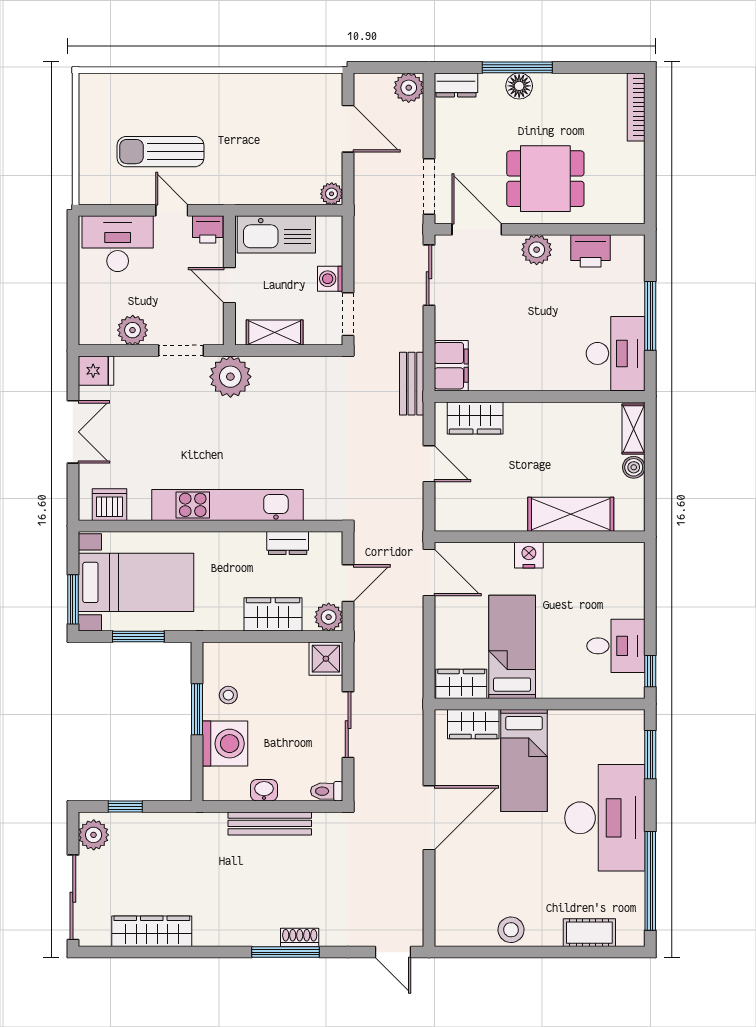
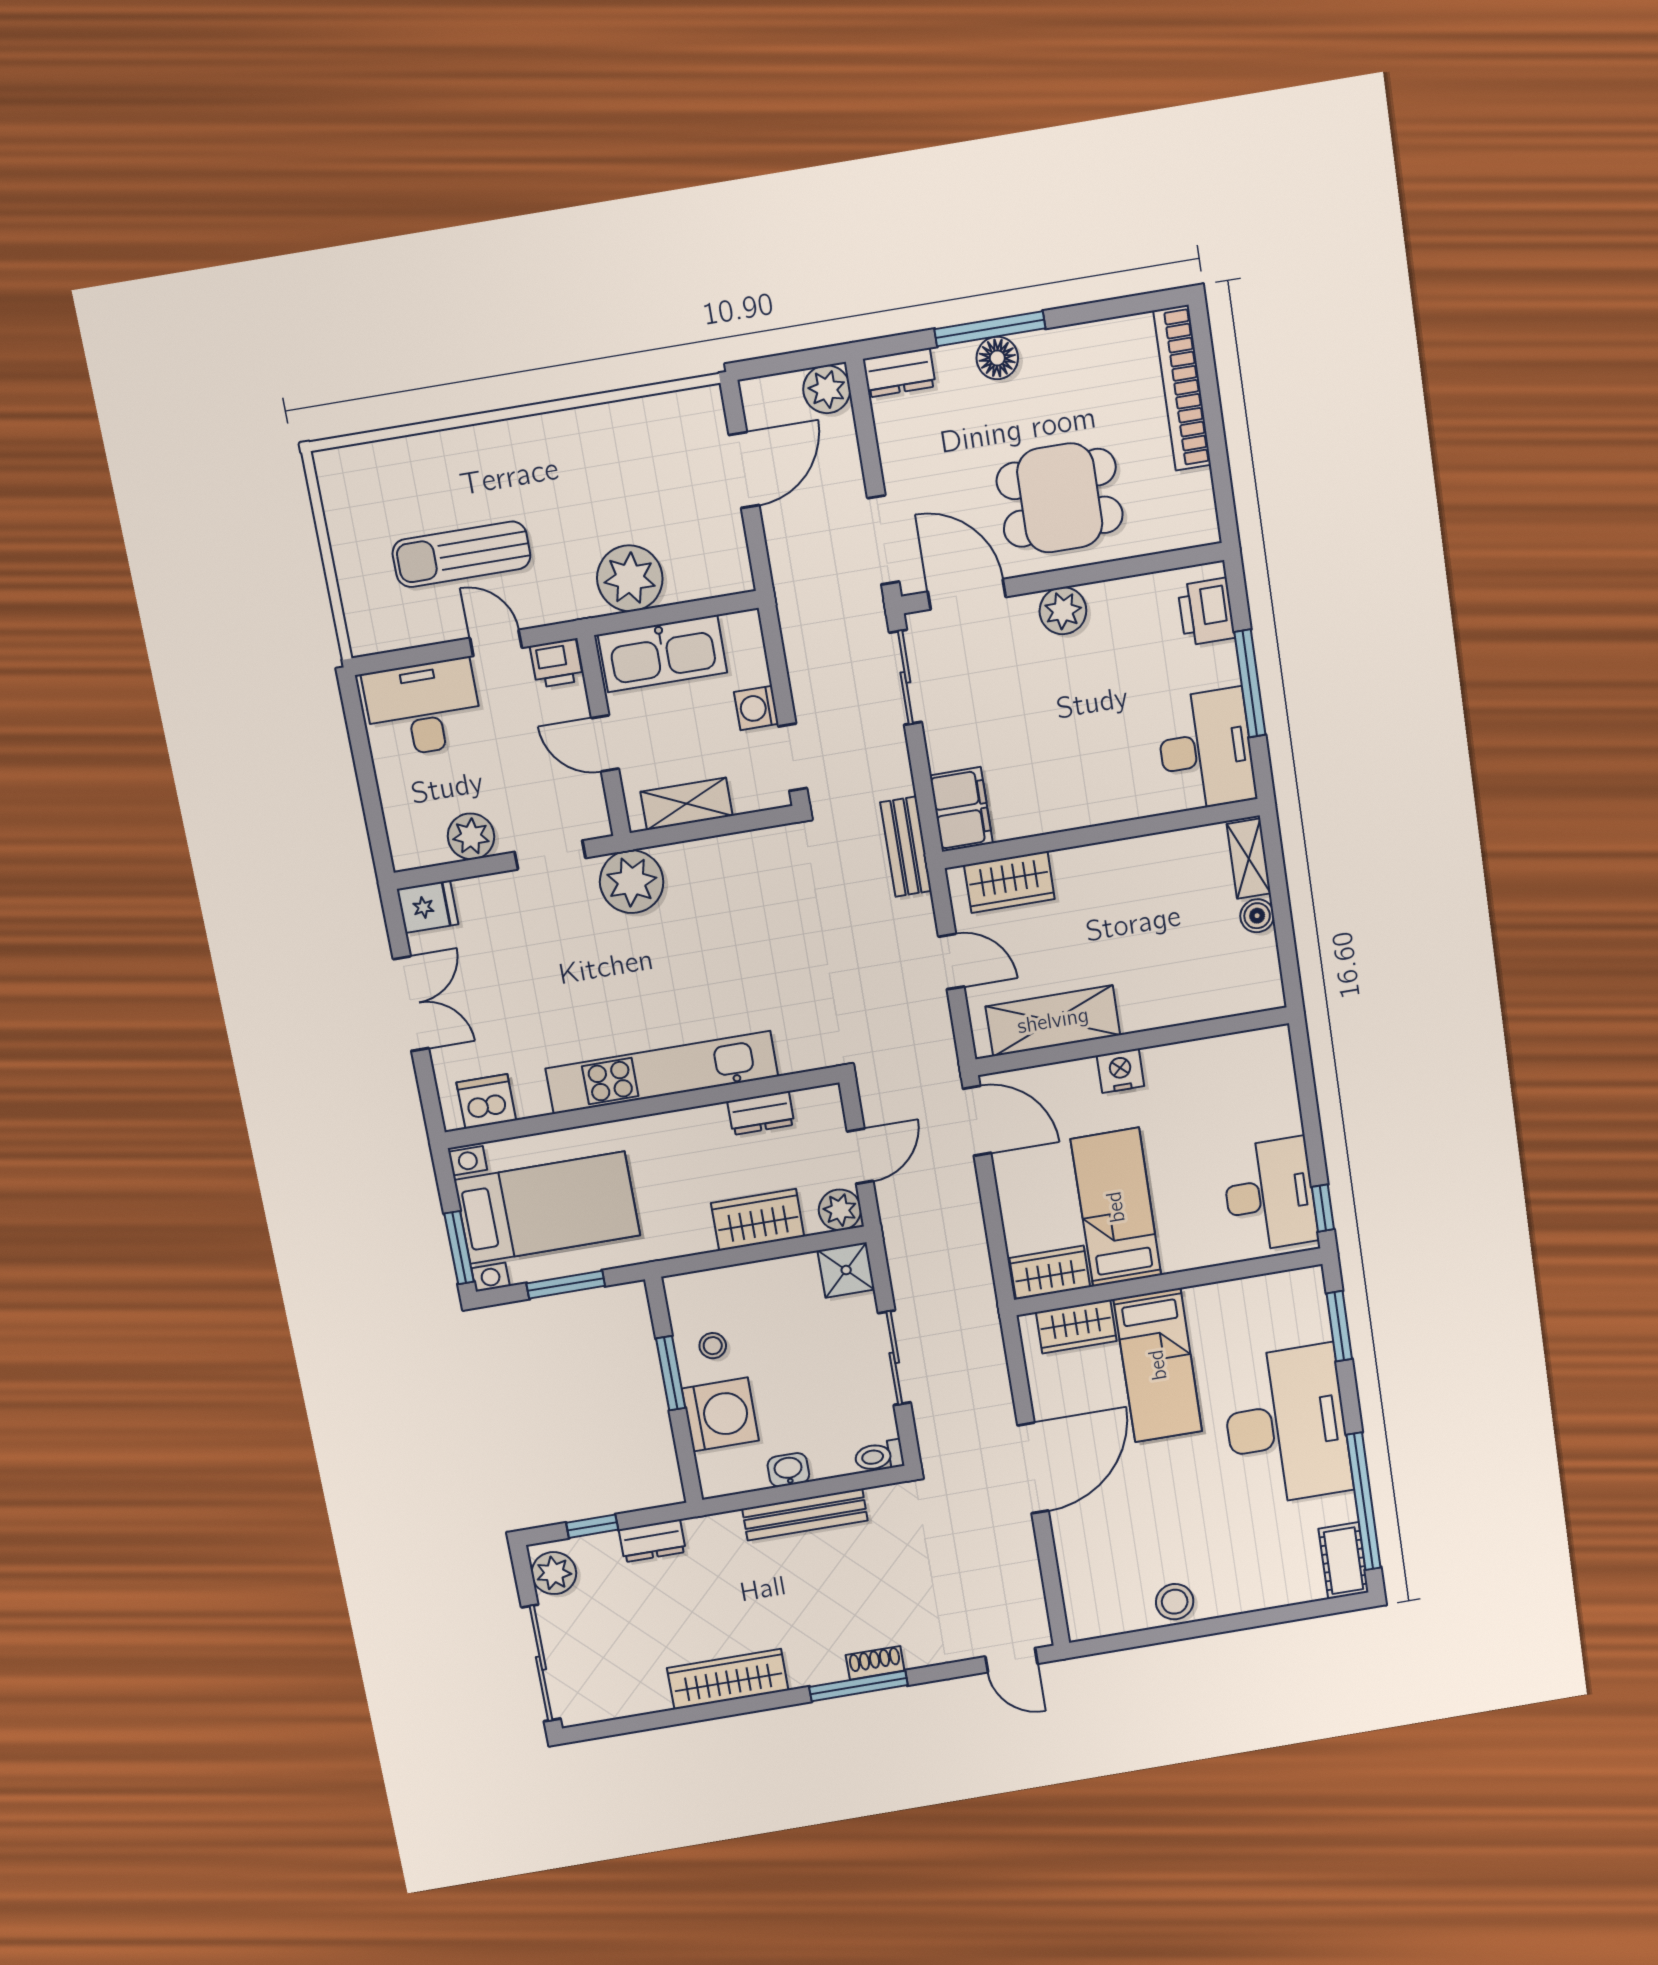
bookcase: (636, 107) -> (1182, 388), width x1.48, depth x1.31
door: (348, 129) -> (744, 470), hinge flipped
plant: (332, 194) -> (630, 578), moved, width x1.87, depth x1.87
printer: (591, 251) -> (1206, 612), moved, turned 90
shelving: (571, 514) -> (1053, 1021), moved
desk: (616, 646) -> (1270, 1195), width x1.37
dresser: (164, 824) -> (652, 1541), added
wardrobe: (152, 931) -> (728, 1679), moved
cot: (589, 933) -> (1344, 1561), moved, turned 90

